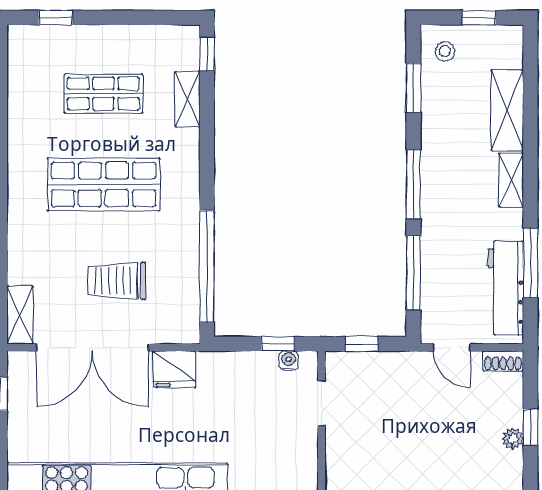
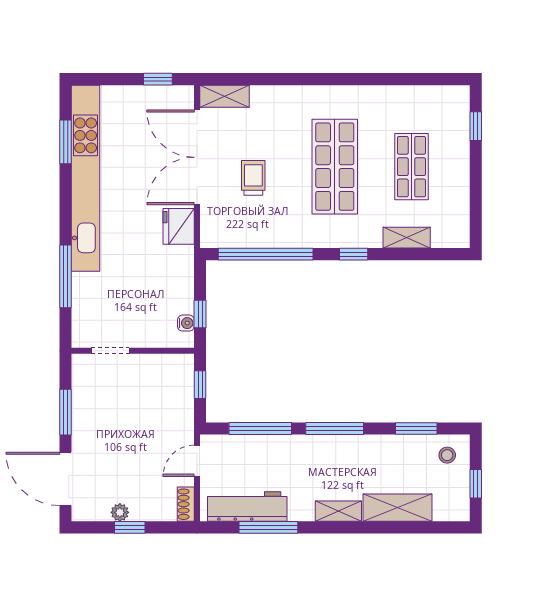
window: (207, 54) -> (354, 254), moved
trolley: (117, 281) -> (253, 178), width x0.73, depth x0.72
doorway: (321, 403) -> (110, 351), moved

